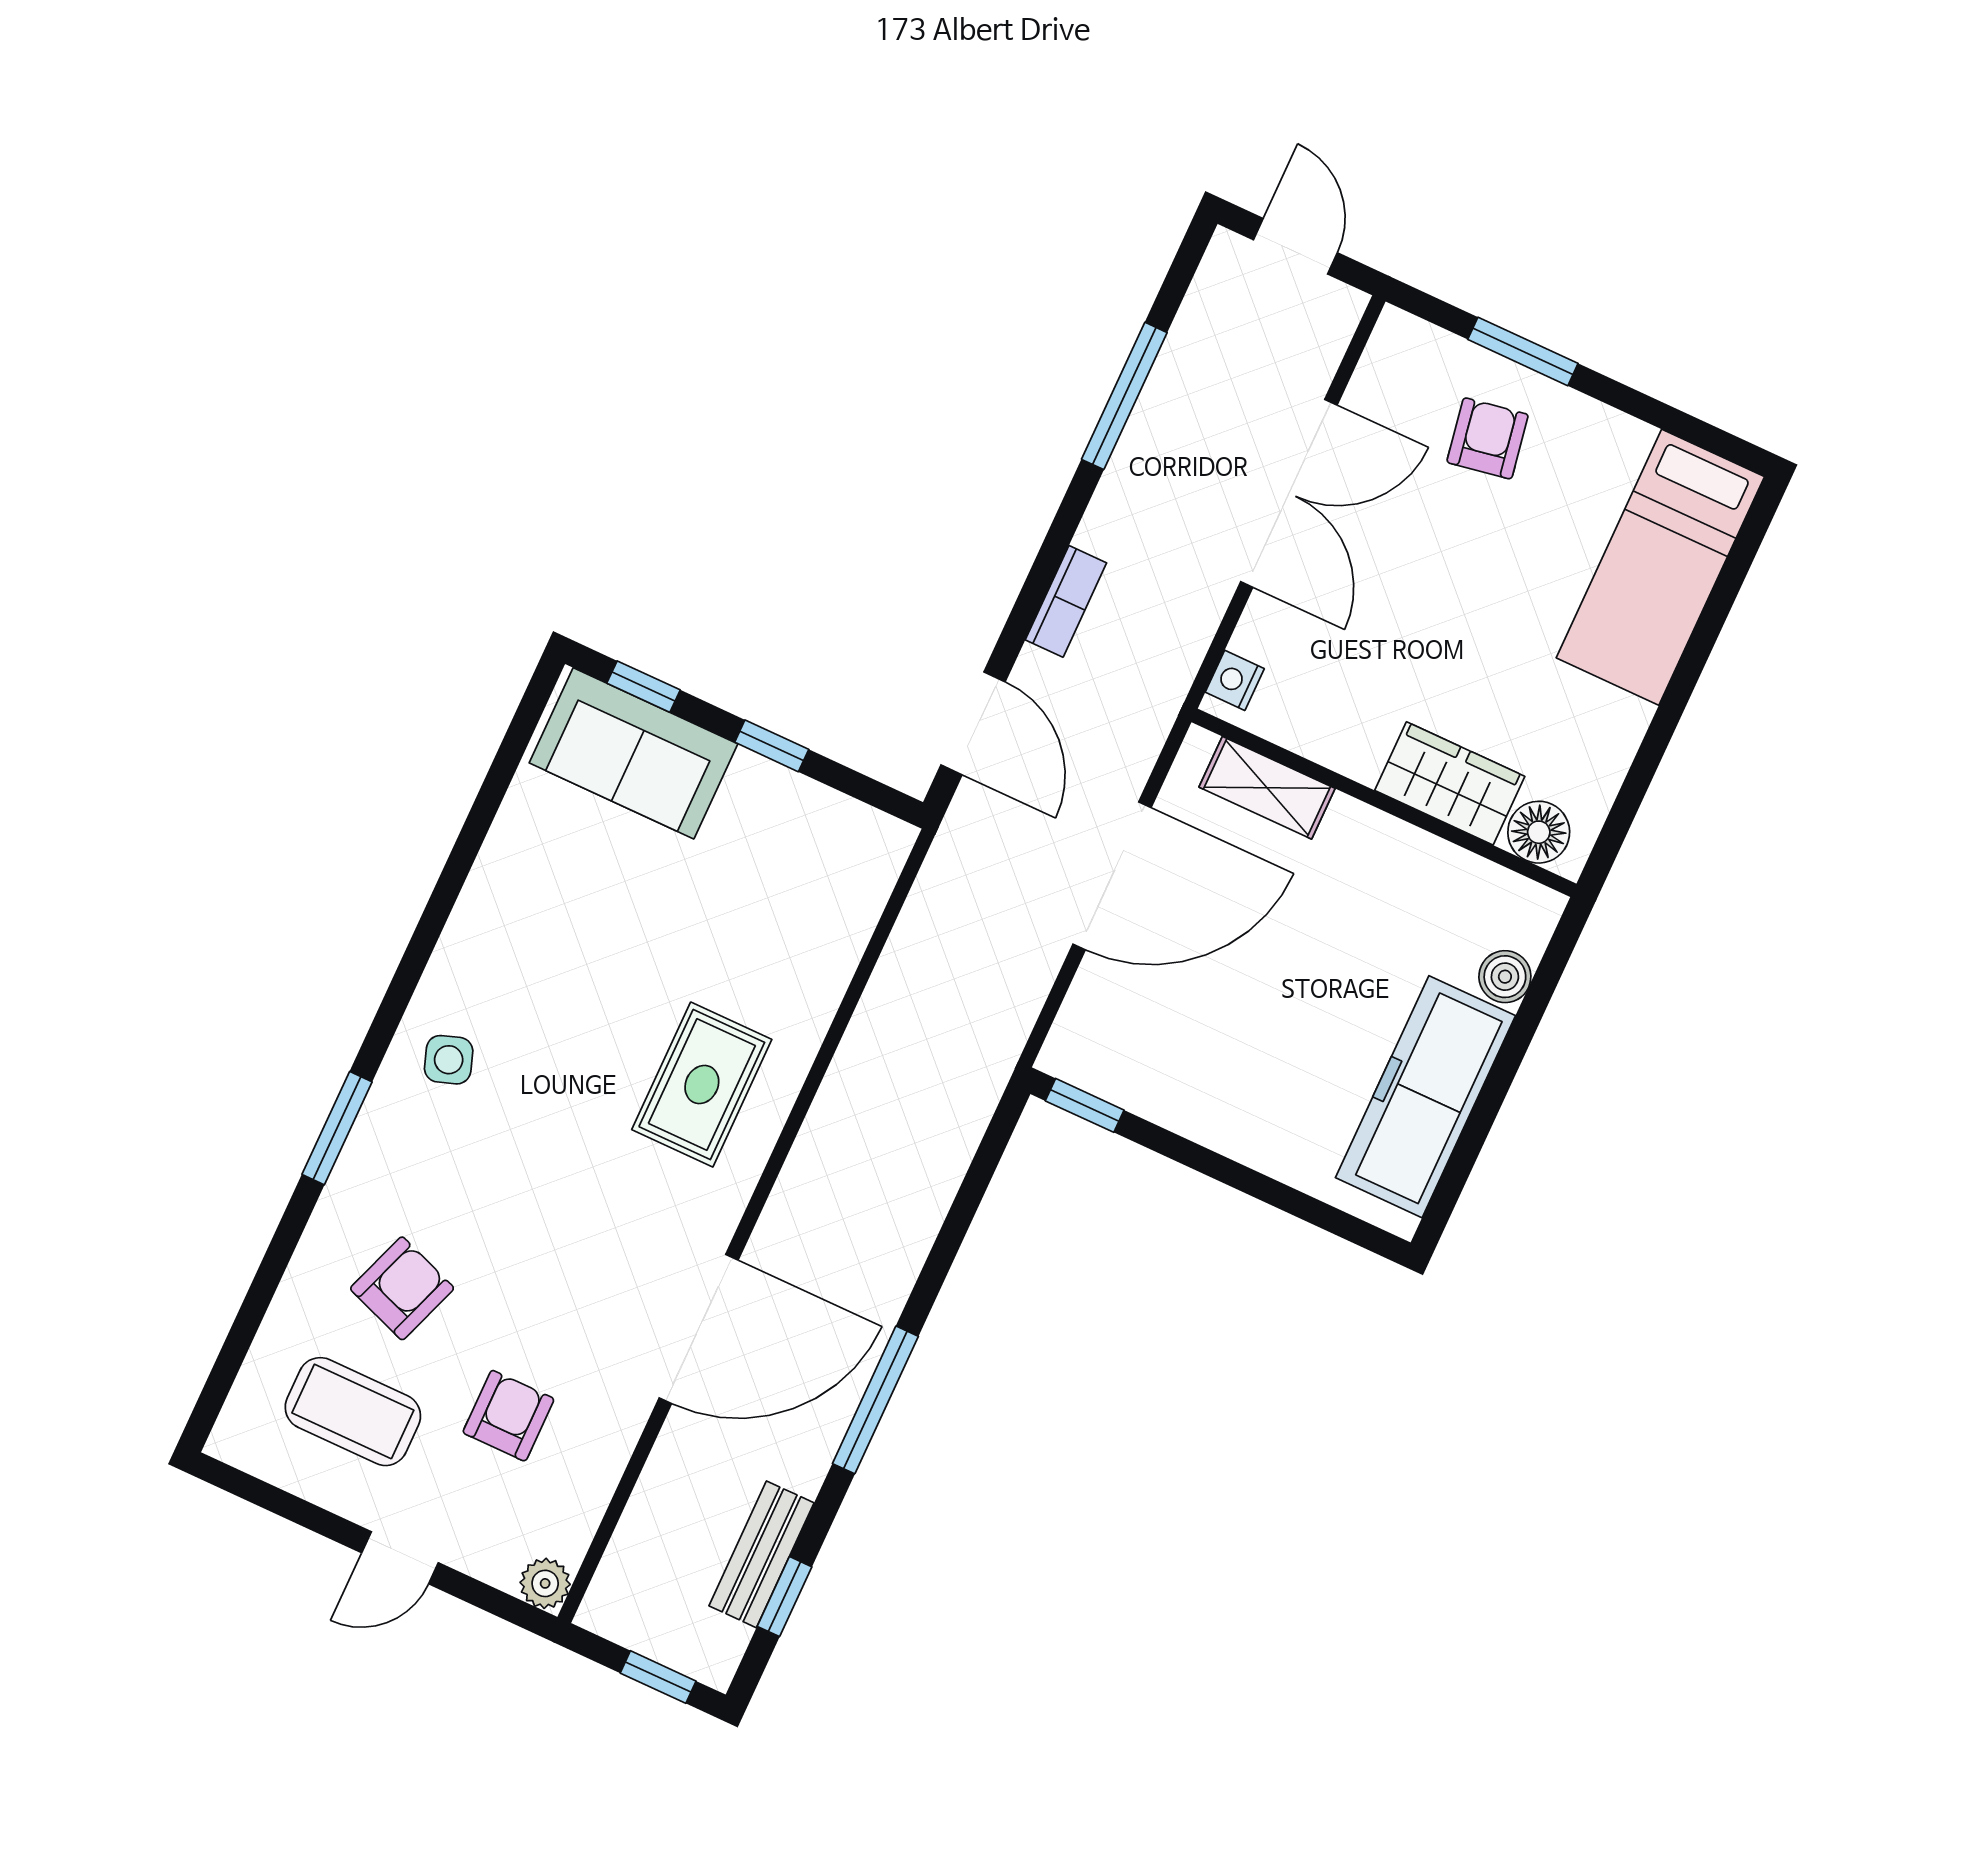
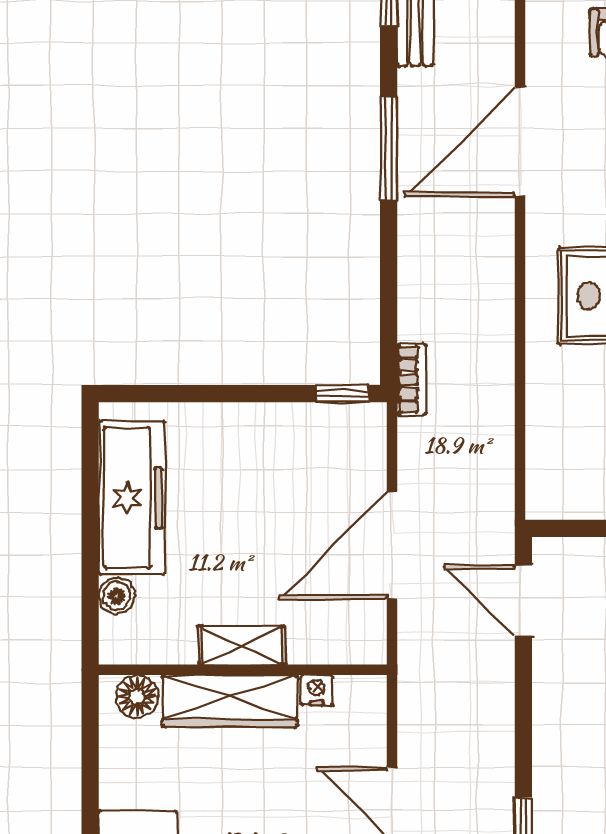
bookcase: (1066, 601) -> (411, 379), moved, turned 180
nightstand: (1235, 680) -> (317, 690), moved, turned -90
wardrobe: (1450, 783) -> (230, 701), width x1.50
shelving: (1267, 788) -> (242, 645), moved

